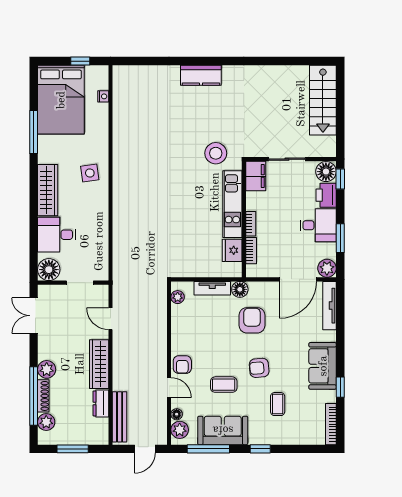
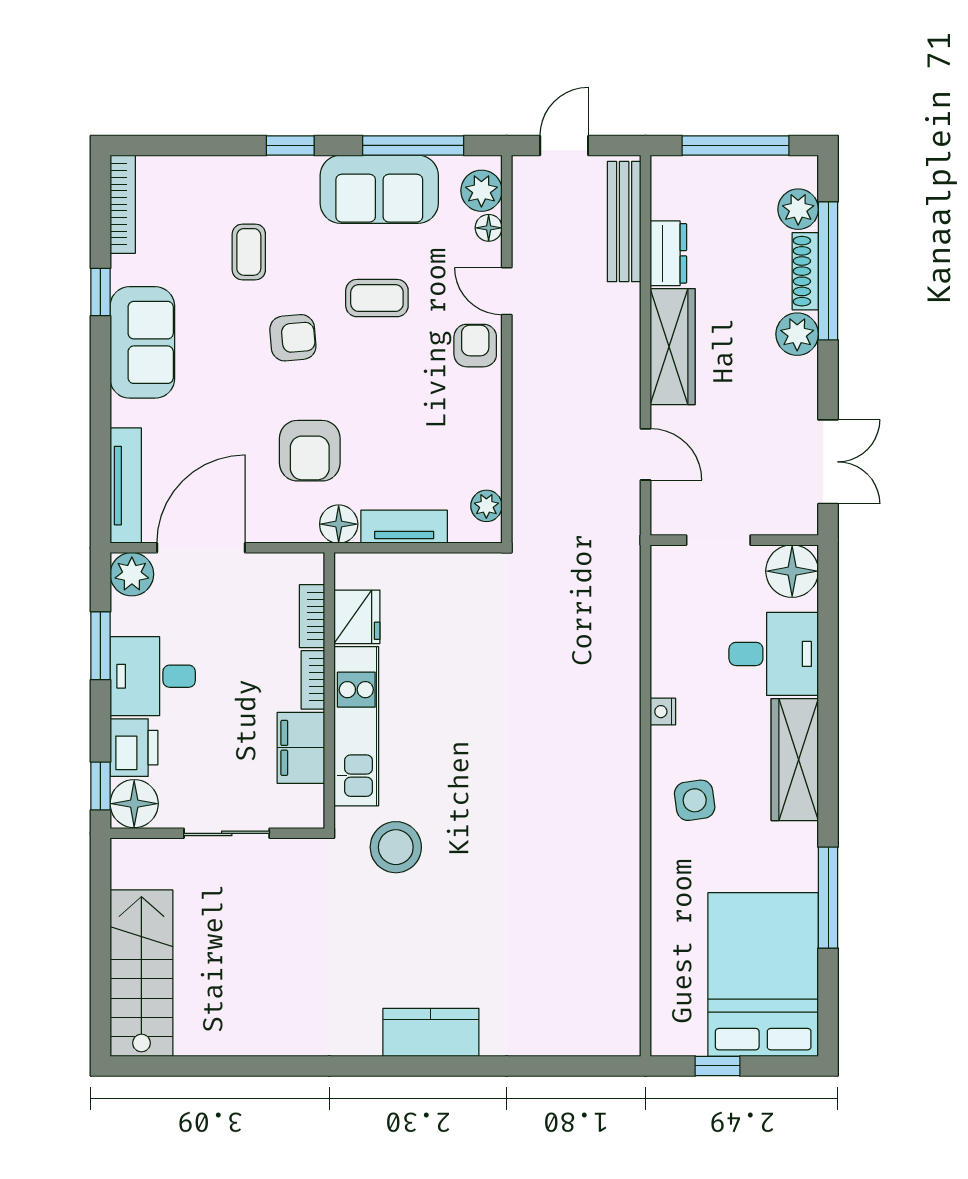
nightstand: (103, 96) -> (663, 712), moved
filing cabinet: (256, 176) -> (301, 748), moved
window: (73, 449) -> (736, 145), width x1.44

